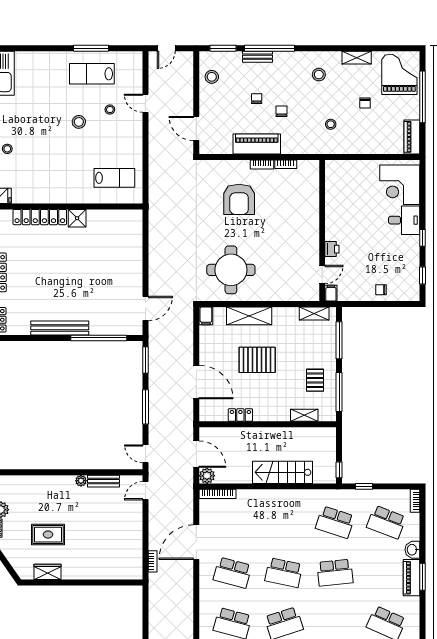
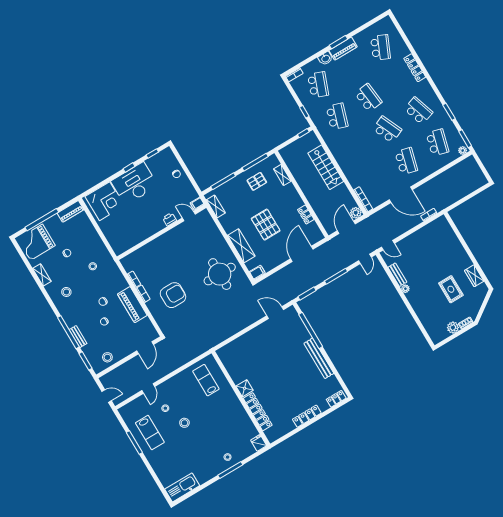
desk: (404, 220) -> (134, 184), width x1.87, depth x1.30
school desk: (284, 573) -> (387, 129), turned -36

